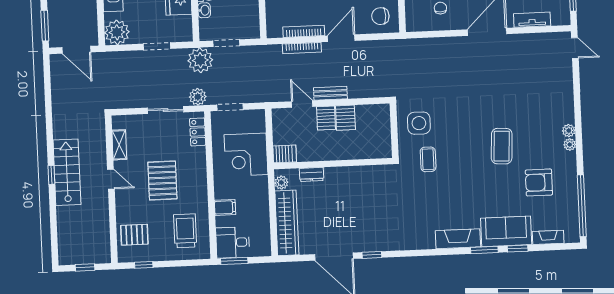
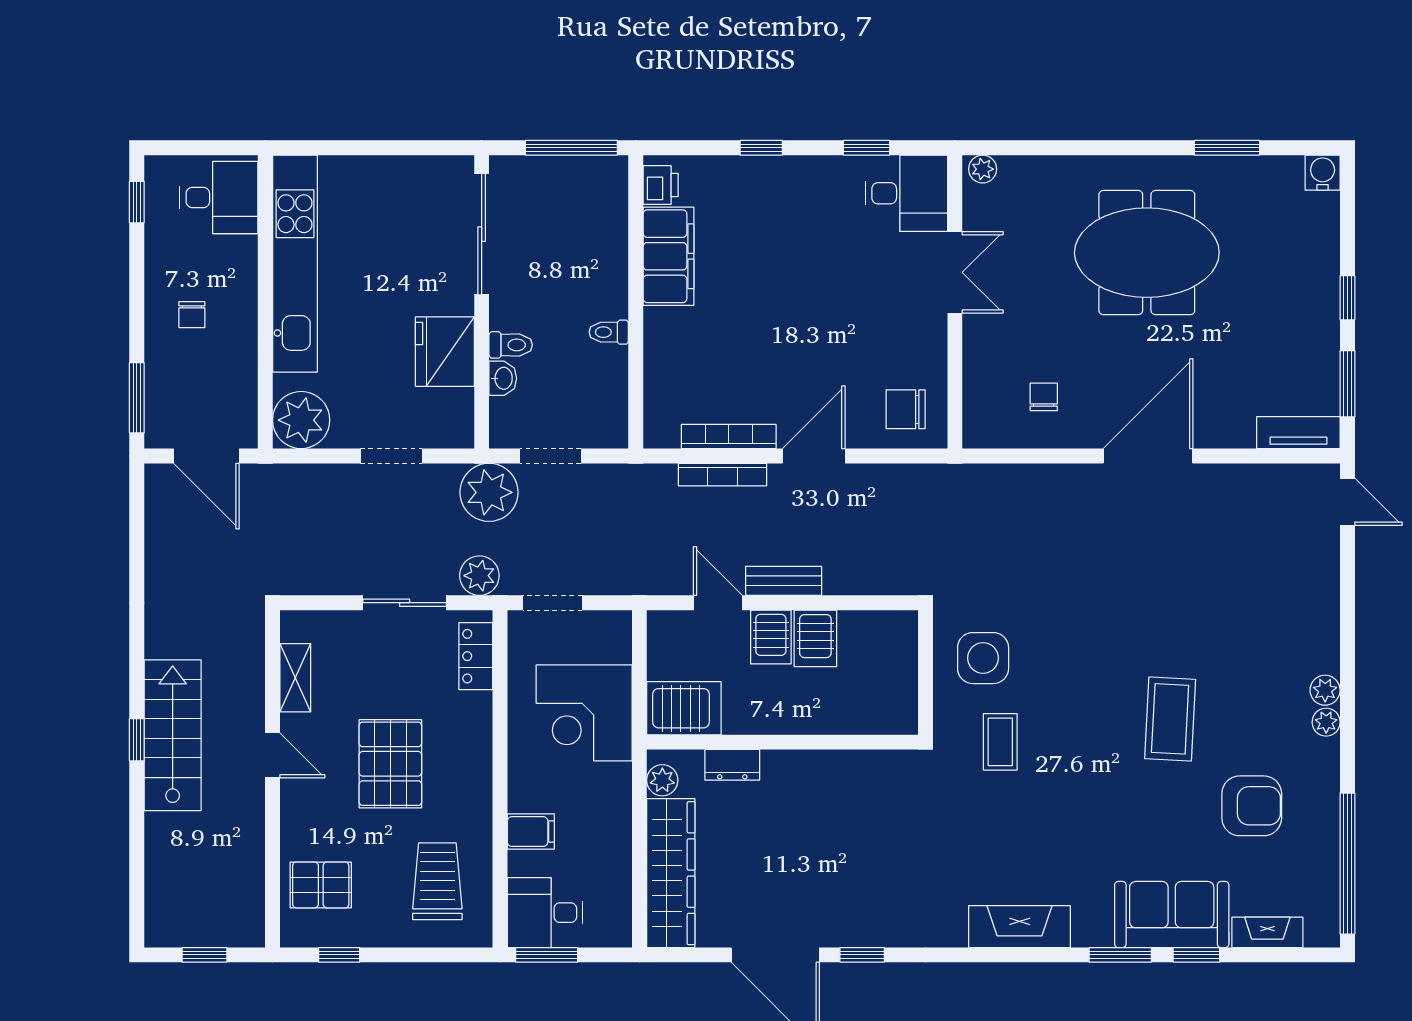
tv unit: (532, 20) -> (1298, 433), moved
server rack: (285, 154) -> (684, 708), width x1.36, depth x1.44
armchair: (539, 182) -> (1252, 806), turned 180
fireplace: (458, 239) -> (1020, 927), moved

